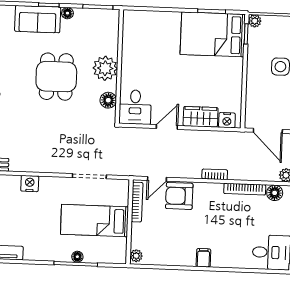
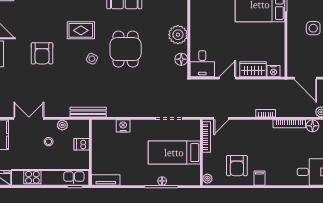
dining table: (56, 77) -> (126, 49), moved
armchair: (179, 196) -> (237, 166), moved, turned -90

